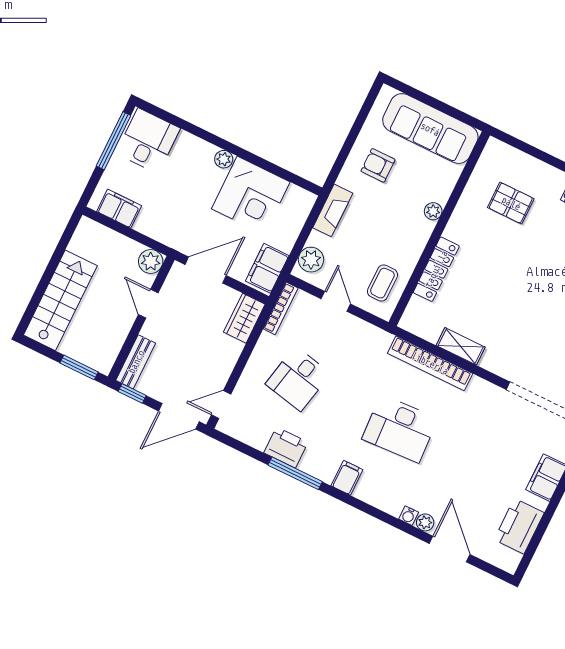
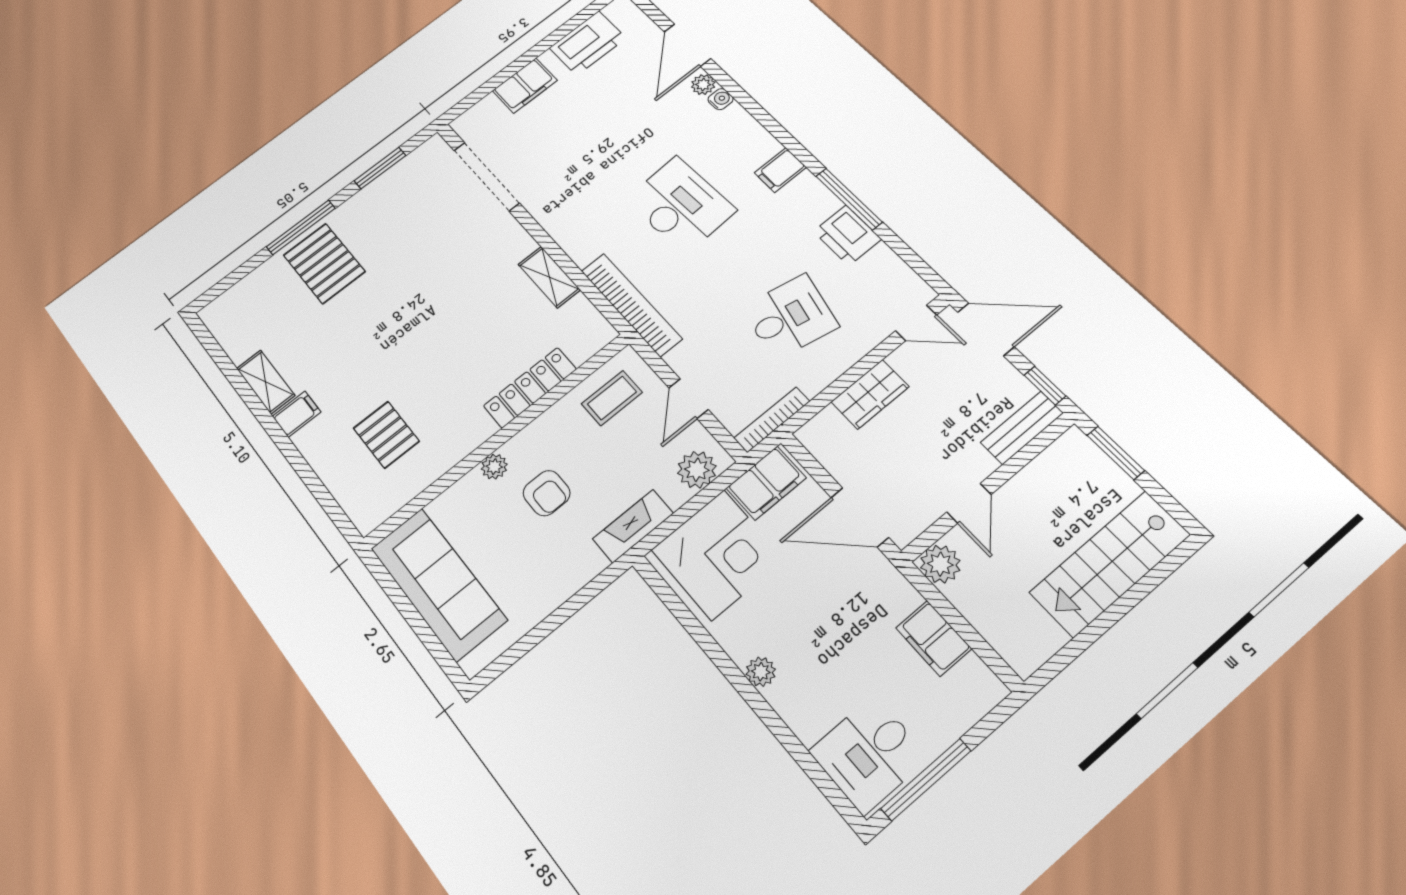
armchair: (378, 165) -> (547, 493), moved
corner desk: (251, 195) -> (718, 555), moved, turned 90
filing cabinet: (119, 209) -> (934, 638), moved
wardrobe: (244, 318) -> (870, 394), moved
bookcase: (430, 363) -> (631, 305), moved

